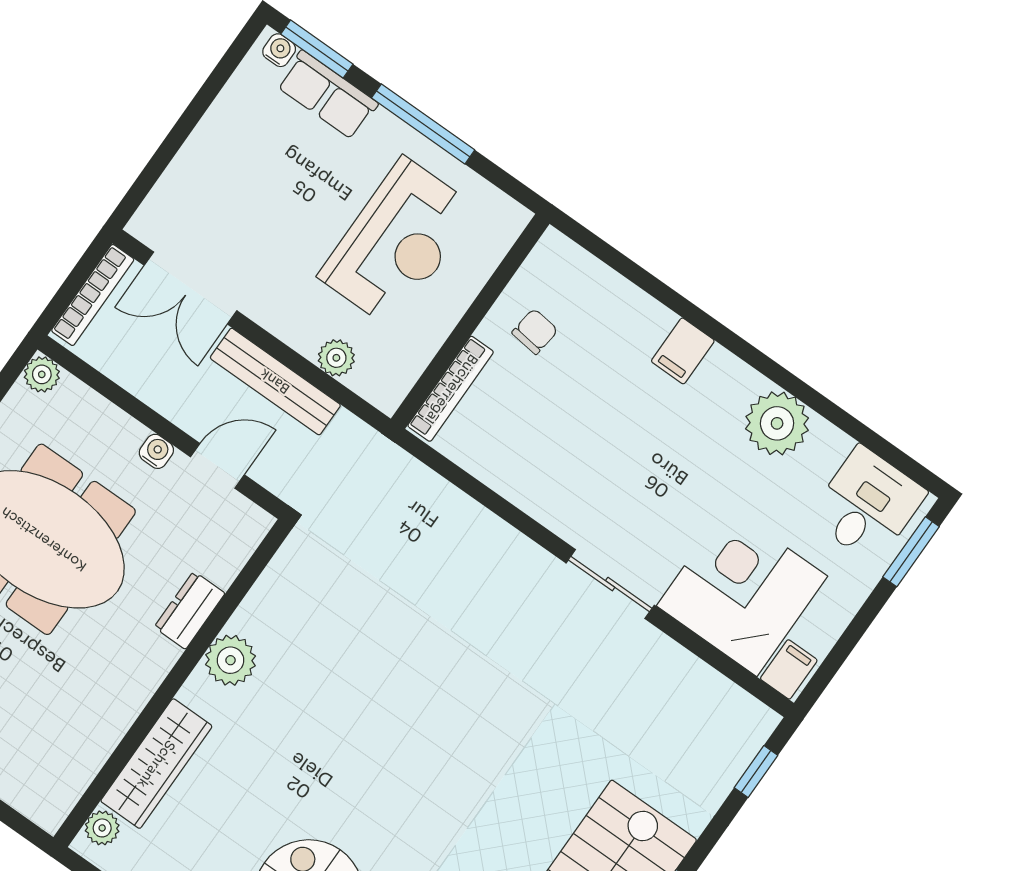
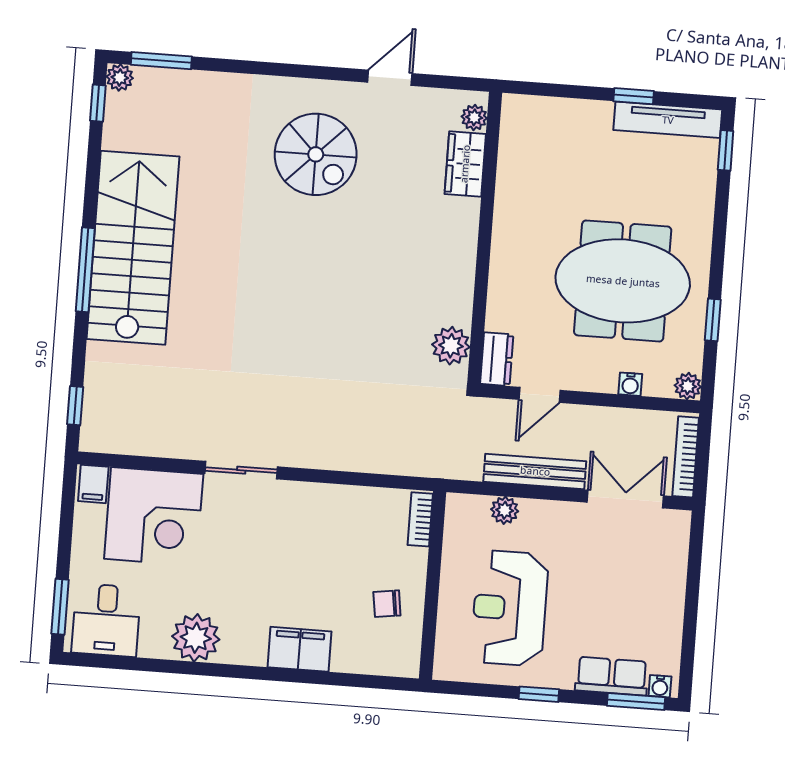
window: (423, 124) -> (539, 694), width x0.46
chair: (535, 331) -> (387, 604), turned 75
filing cabinet: (683, 351) -> (299, 649), width x2.00
bookcase: (451, 389) -> (420, 519), width x0.64
water cooler: (156, 451) -> (630, 384), moved
dresser: (190, 610) -> (497, 359), moved
plant: (231, 660) -> (451, 346), moved
wardrobe: (156, 764) -> (465, 164), width x0.67

